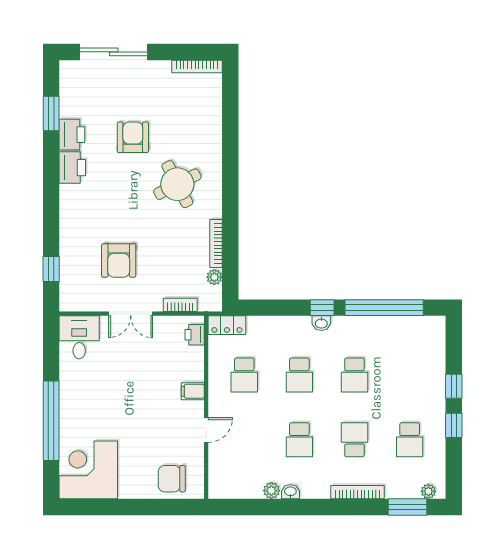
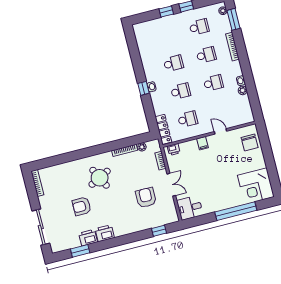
armchair: (119, 261) -> (146, 198), turned -89
window: (384, 308) -> (135, 57), removed
locker: (227, 325) -> (163, 129), width x1.53
school desk: (354, 440) -> (206, 55), turned 180

